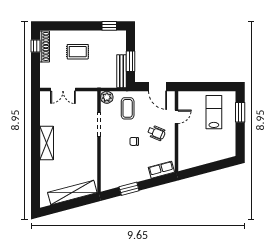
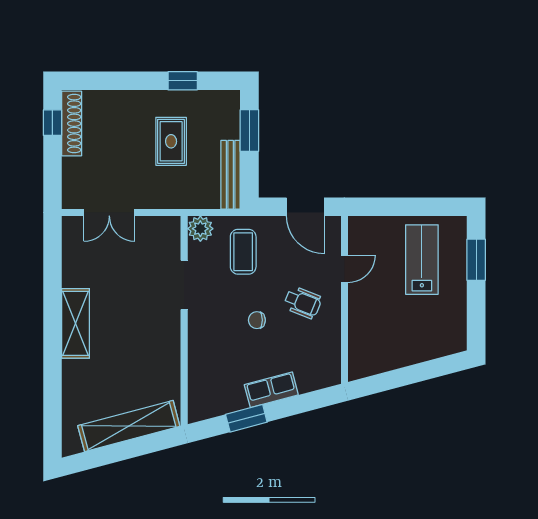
window: (109, 26) -> (183, 81), moved
rug: (78, 52) -> (171, 141), moved, turned 90
window: (131, 61) -> (249, 131), moved
row of seats: (161, 170) -> (271, 390), moved

